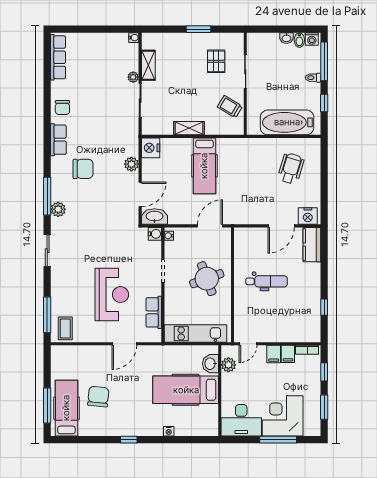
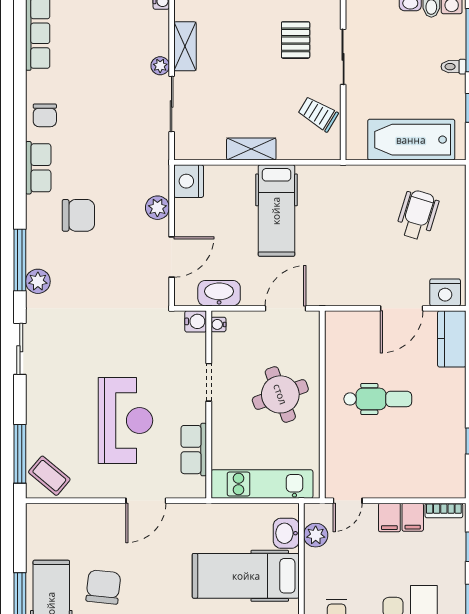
washbasin: (155, 217) -> (219, 293), moved
coffee table: (65, 328) -> (49, 476), turned -50

